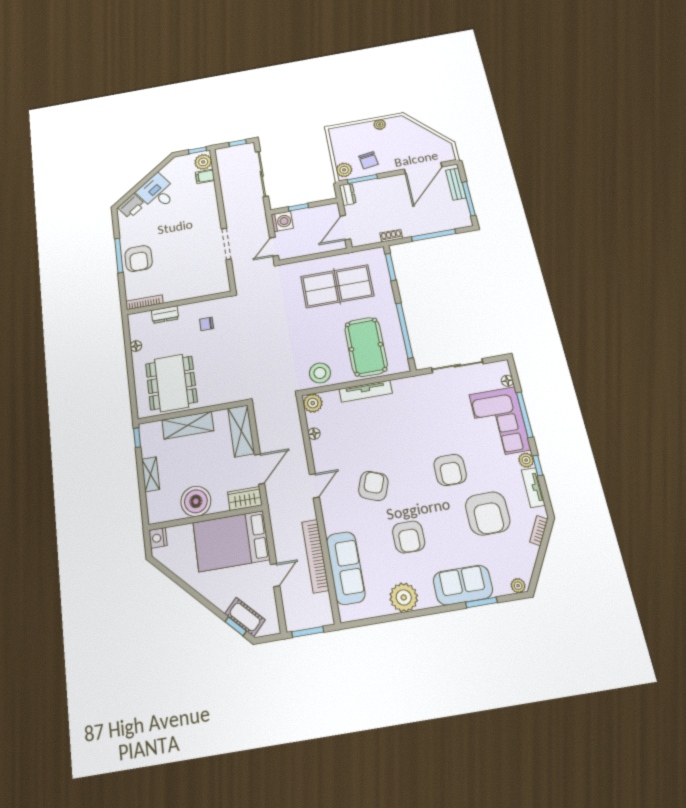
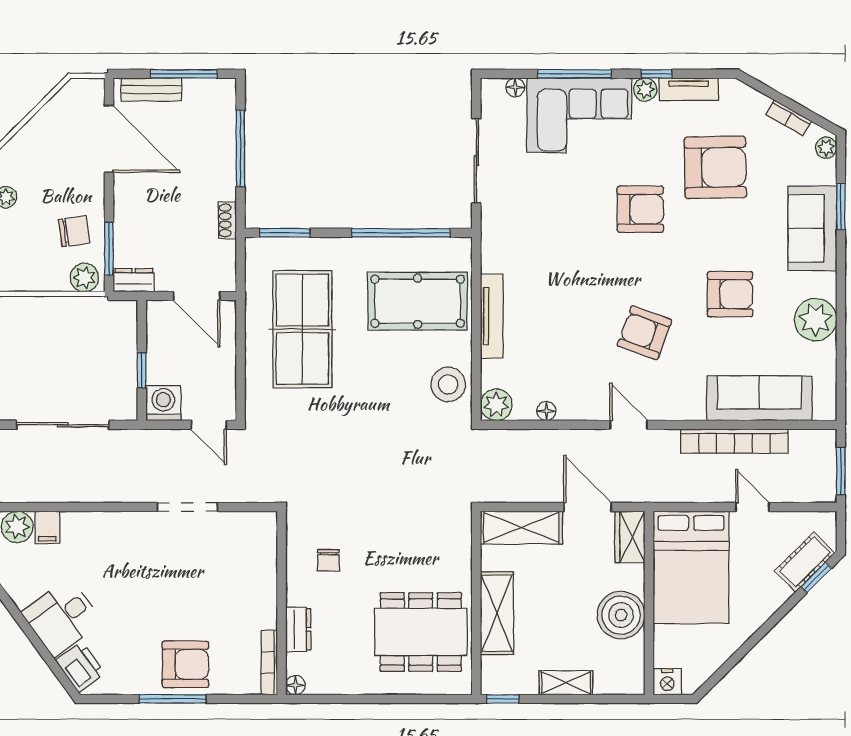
floor lamp: (136, 346) -> (295, 685), moved
bookcase: (539, 531) -> (789, 118), moved

